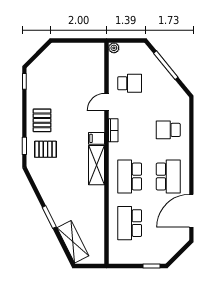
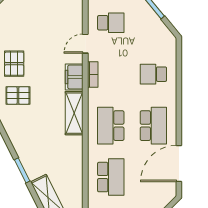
filing cabinet: (96, 138) -> (74, 77), width x2.00
school desk: (130, 223) -> (111, 177), turned 180

